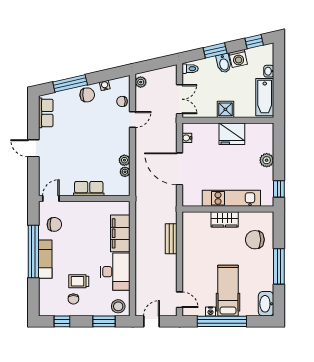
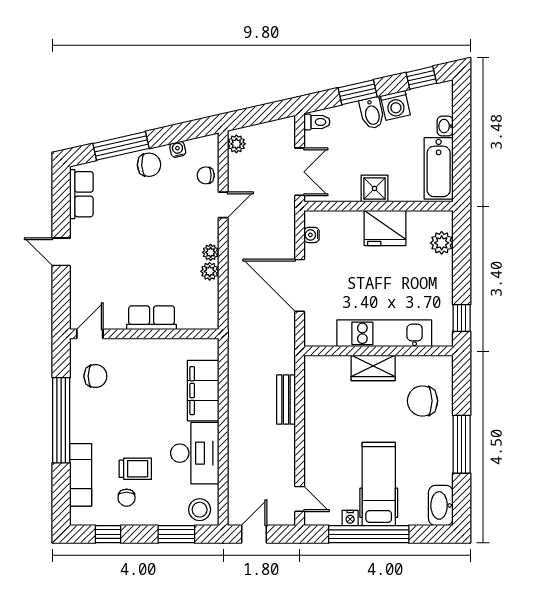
plant: (267, 160) -> (442, 243), moved
plant: (125, 172) -> (211, 252), moved
exam couch: (45, 259) -> (81, 475), moved
trolley: (79, 281) -> (135, 469), turned 180

